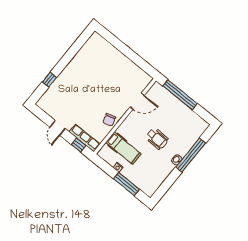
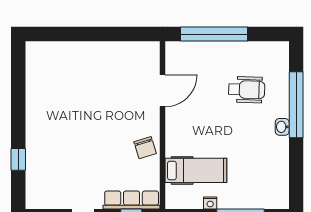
wheelchair: (157, 139) -> (247, 90), moved

